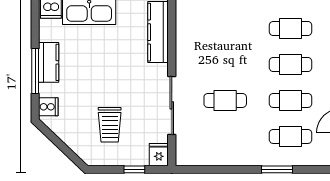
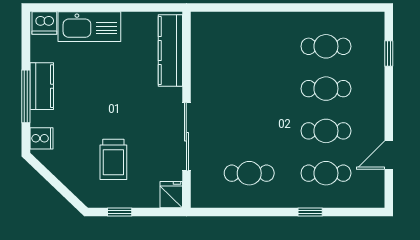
cafe table: (225, 100) -> (249, 173), moved
window: (134, 169) -> (120, 212), moved
window: (277, 169) -> (310, 212), width x0.67

